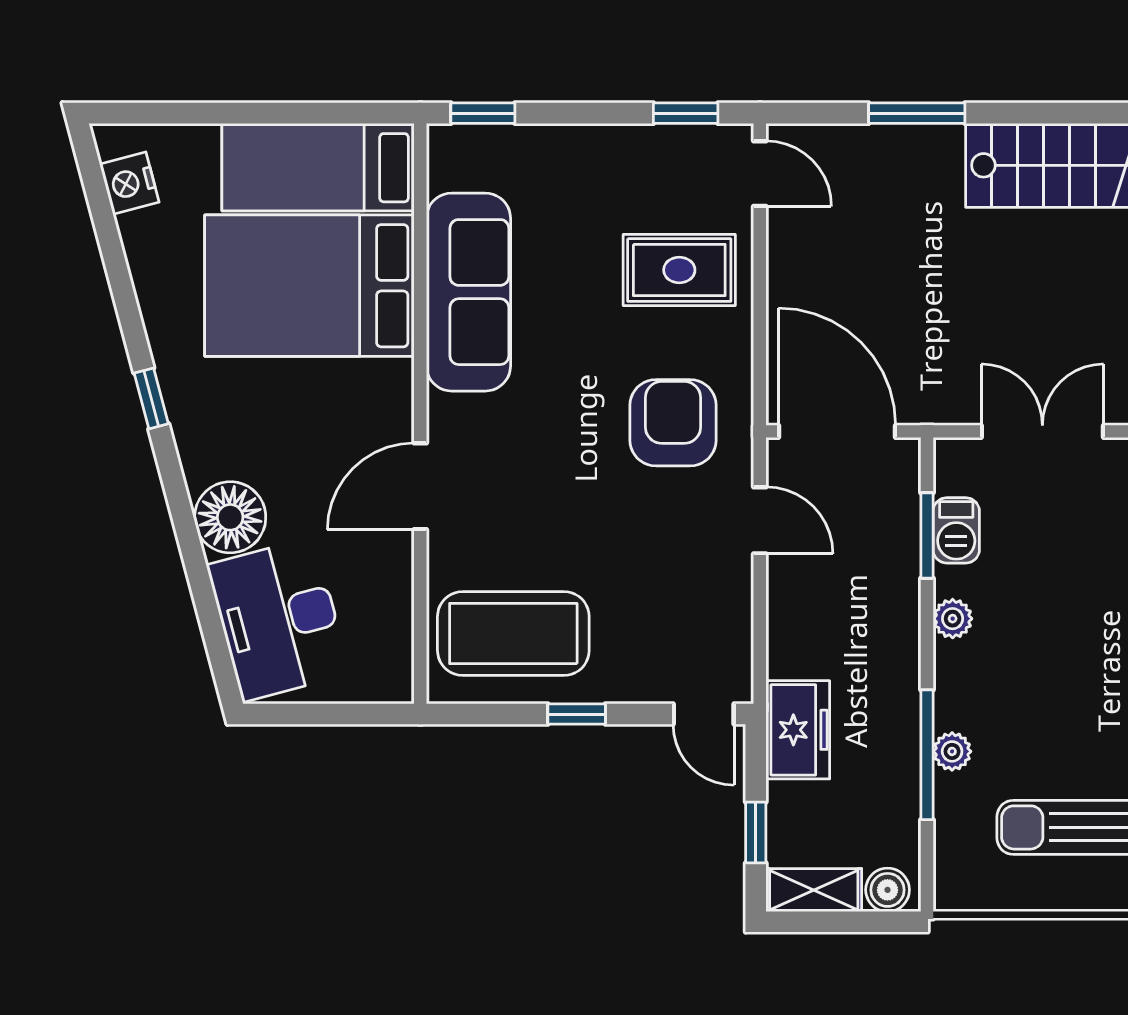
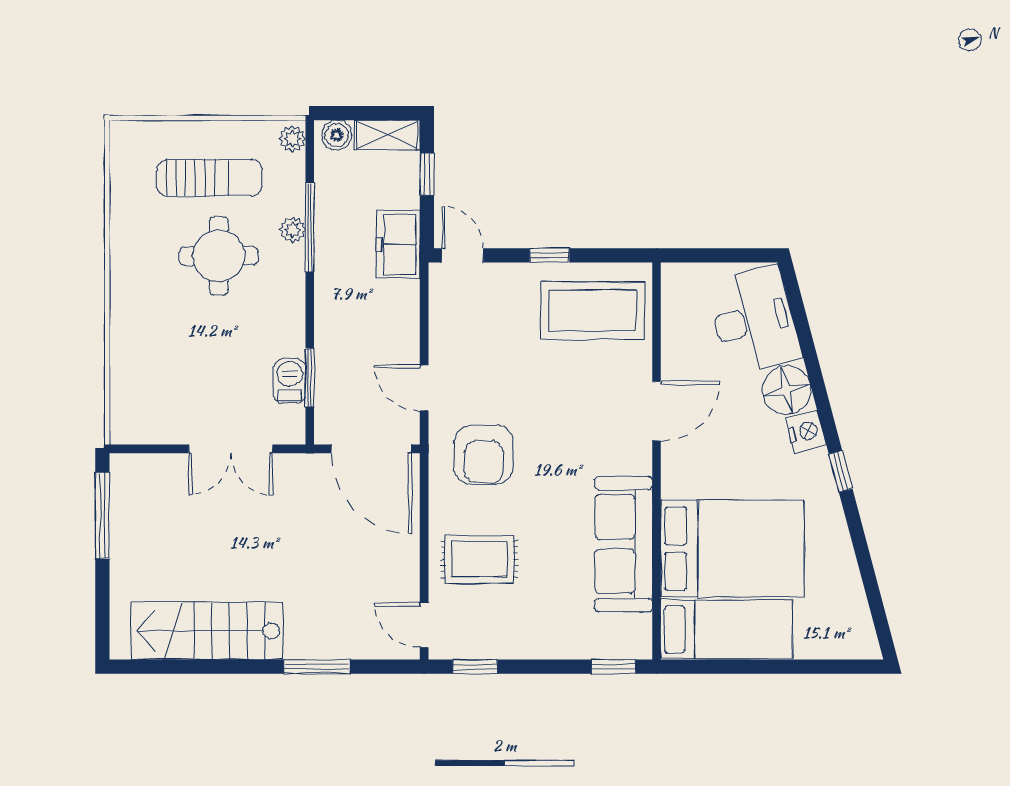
nightstand: (129, 183) -> (806, 431), moved
plant: (953, 619) -> (292, 139), moved
round table: (1060, 713) -> (219, 256), added

